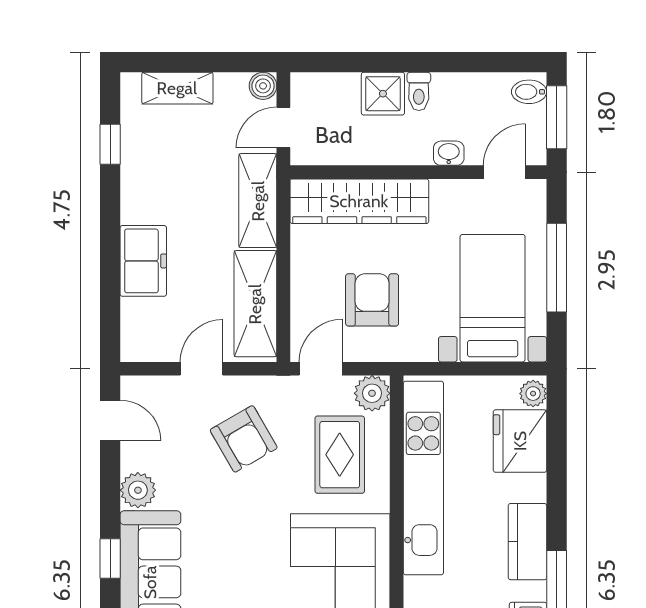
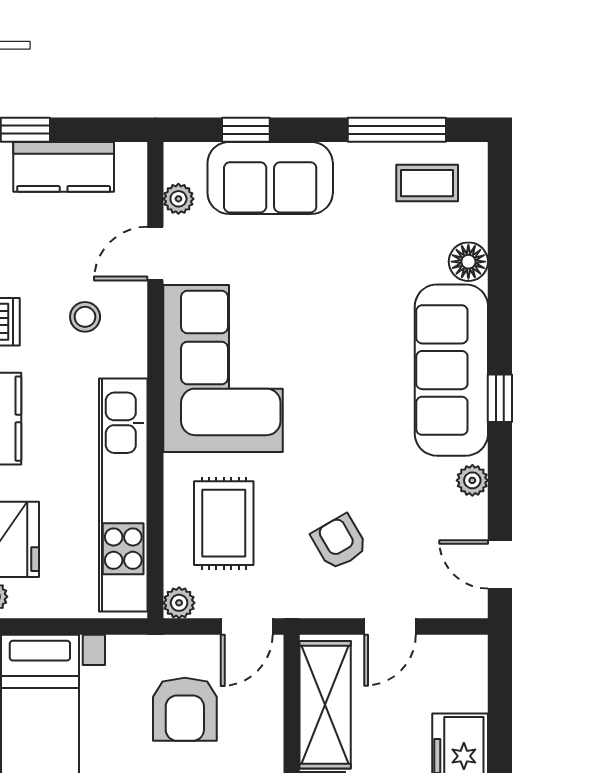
plant: (372, 393) -> (179, 603), width x0.73, depth x0.73
armchair: (244, 439) -> (339, 542), width x0.72, depth x0.72
plant: (138, 490) -> (472, 480), width x0.73, depth x0.73

